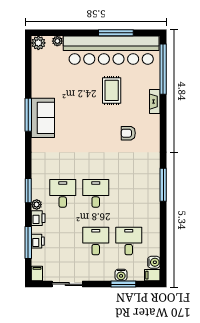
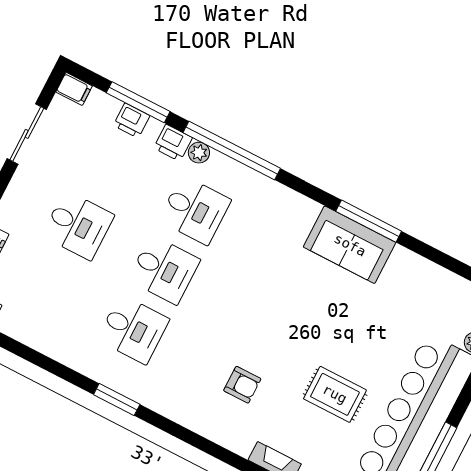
armchair: (128, 133) -> (242, 385), turned 90
window: (163, 185) -> (117, 399), width x0.69
window: (28, 191) -> (232, 150), width x2.11
desk: (129, 241) -> (133, 329), moved

